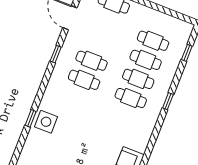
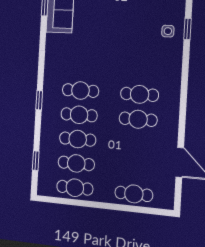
cafe table: (160, 22) -> (75, 188), added
window: (56, 54) -> (183, 114), removed
side table: (46, 122) -> (168, 31), width x0.54, depth x0.54

